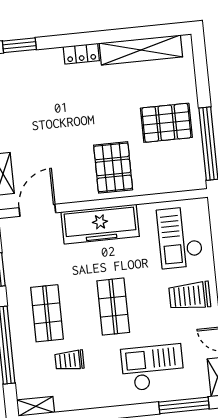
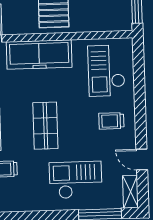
trolley: (190, 296) -> (111, 121), width x0.73, depth x0.72

